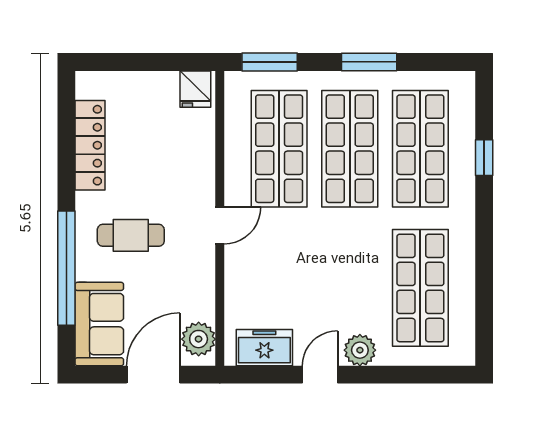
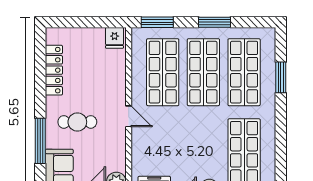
window: (484, 158) -> (281, 77), width x1.50
door: (220, 226) -> (129, 116), hinge flipped
window: (66, 268) -> (40, 141), width x0.68

